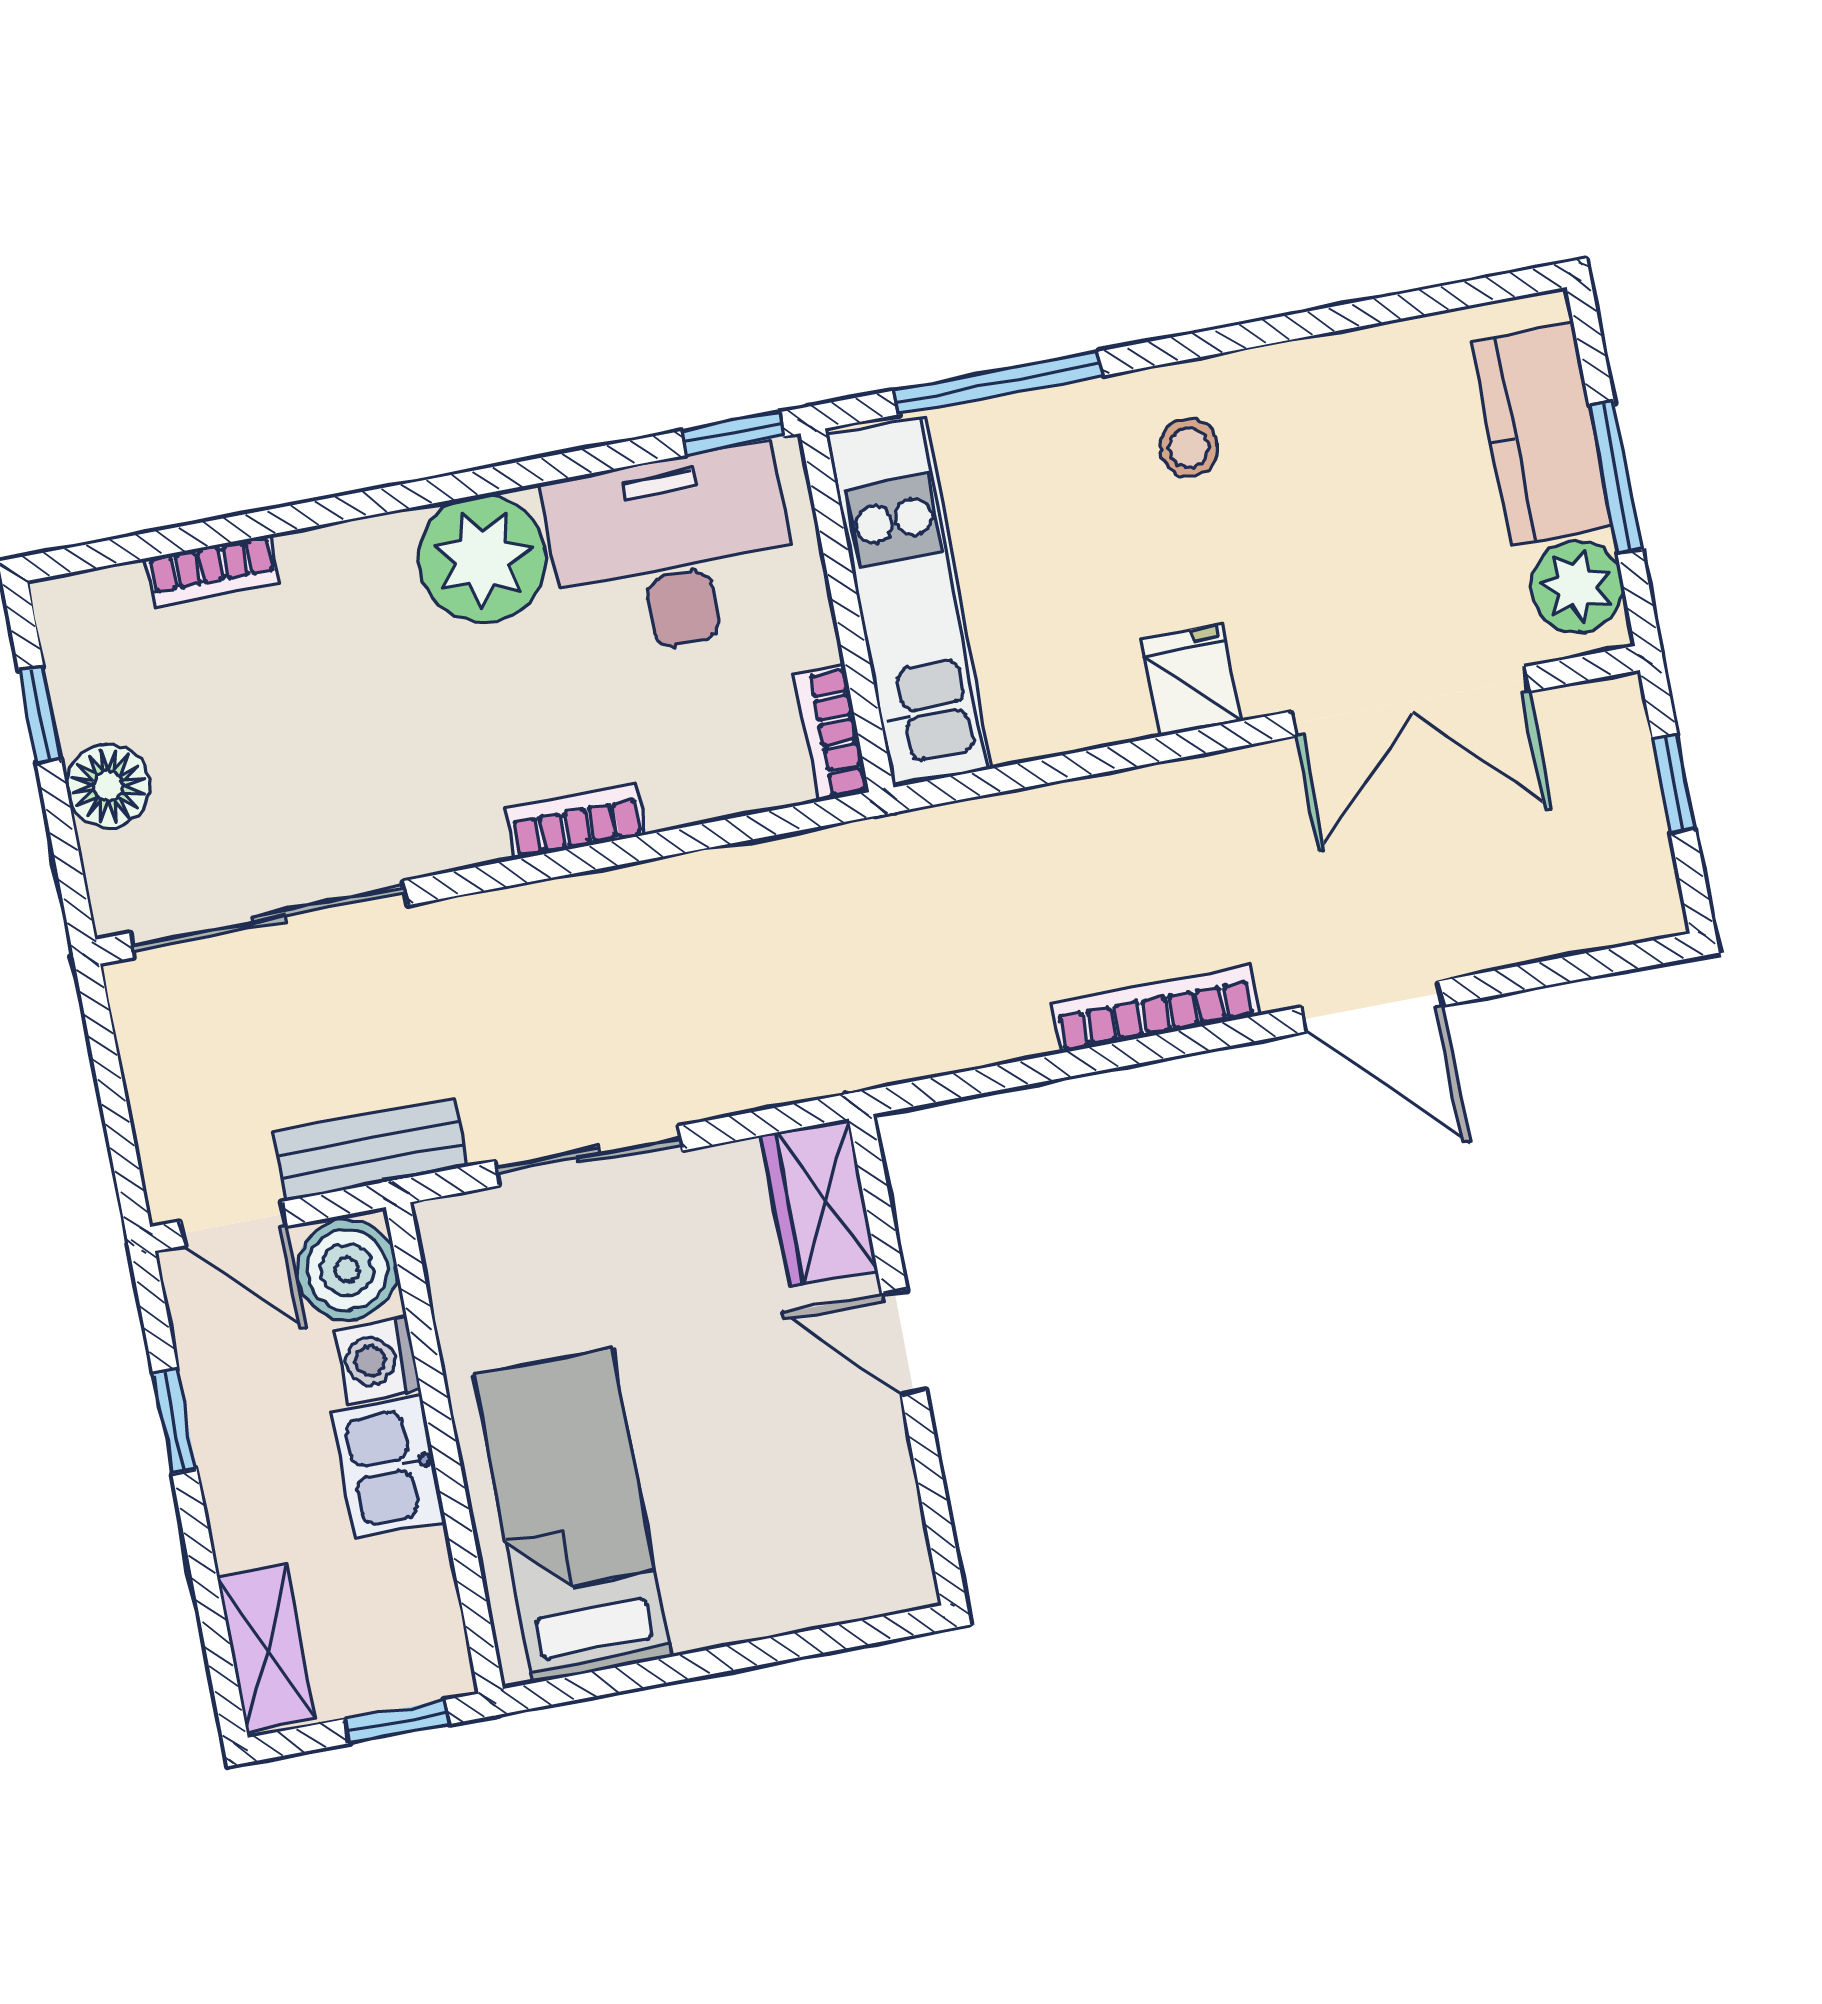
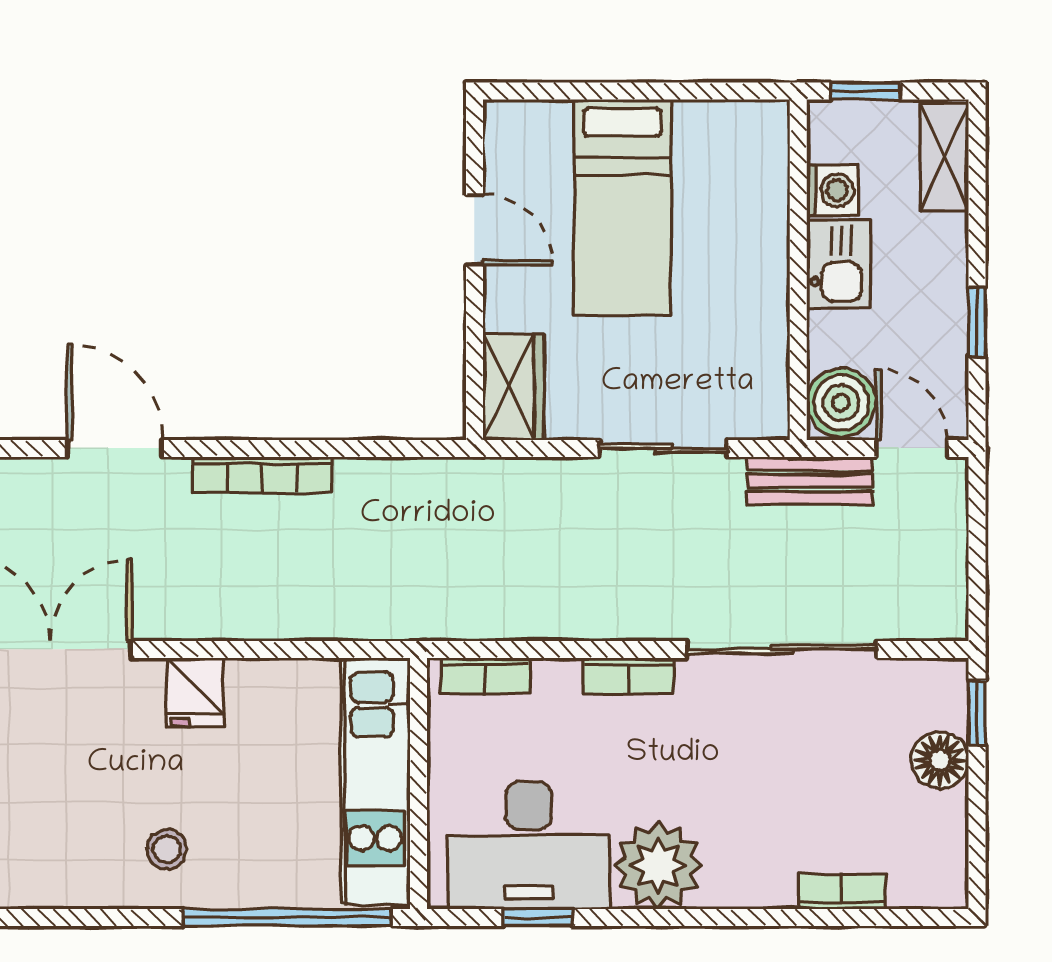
window: (998, 383) -> (287, 917), width x1.46
window: (734, 434) -> (538, 917), moved
window: (40, 714) -> (977, 713), moved
bookcase: (832, 733) -> (485, 676), moved, turned 90
sliding door: (269, 919) -> (782, 649), moved
door: (904, 1342) -> (474, 230), moved
washing machine: (377, 1360) -> (832, 190), moved
bed: (573, 1516) -> (622, 207), moved

